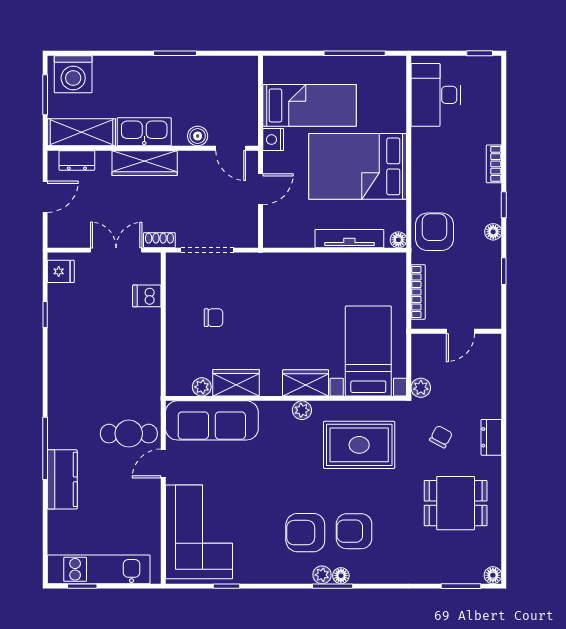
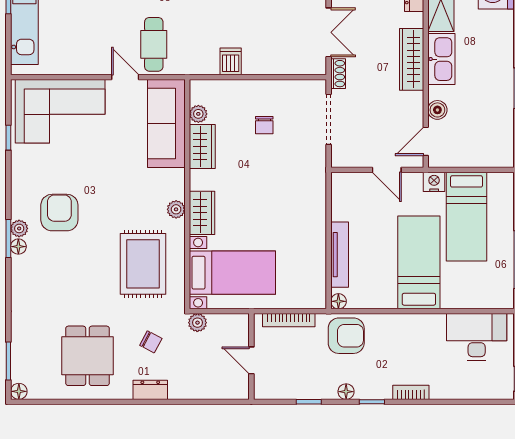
bed: (358, 166) -> (419, 262), width x0.67
dishwasher: (147, 296) -> (231, 61), moved
armchair: (354, 531) -> (61, 259), removed

